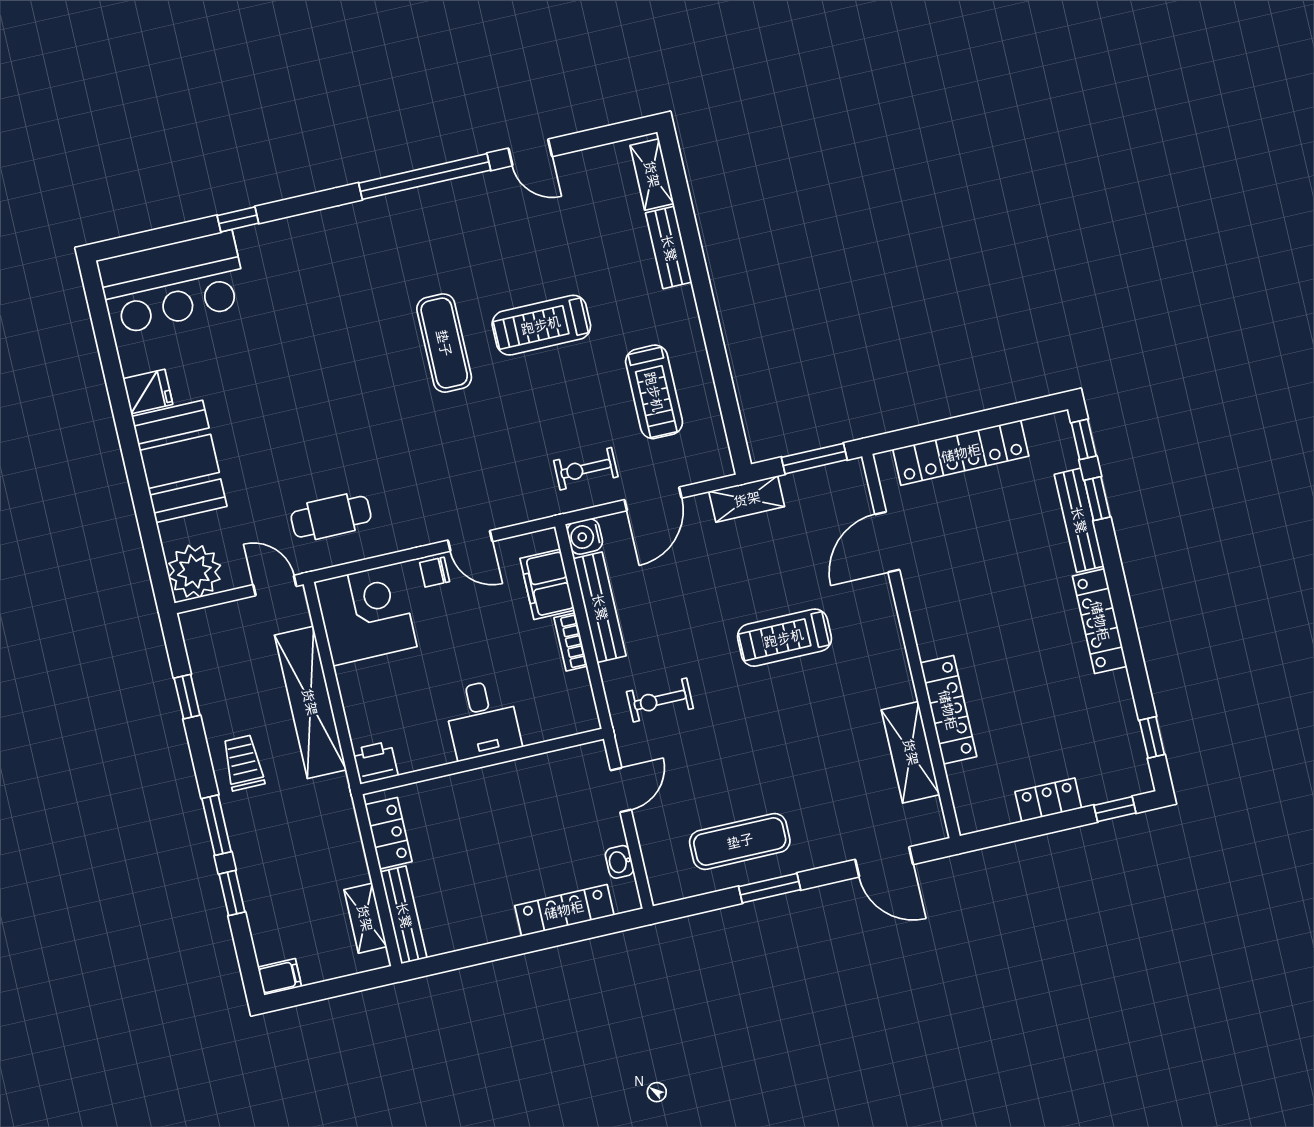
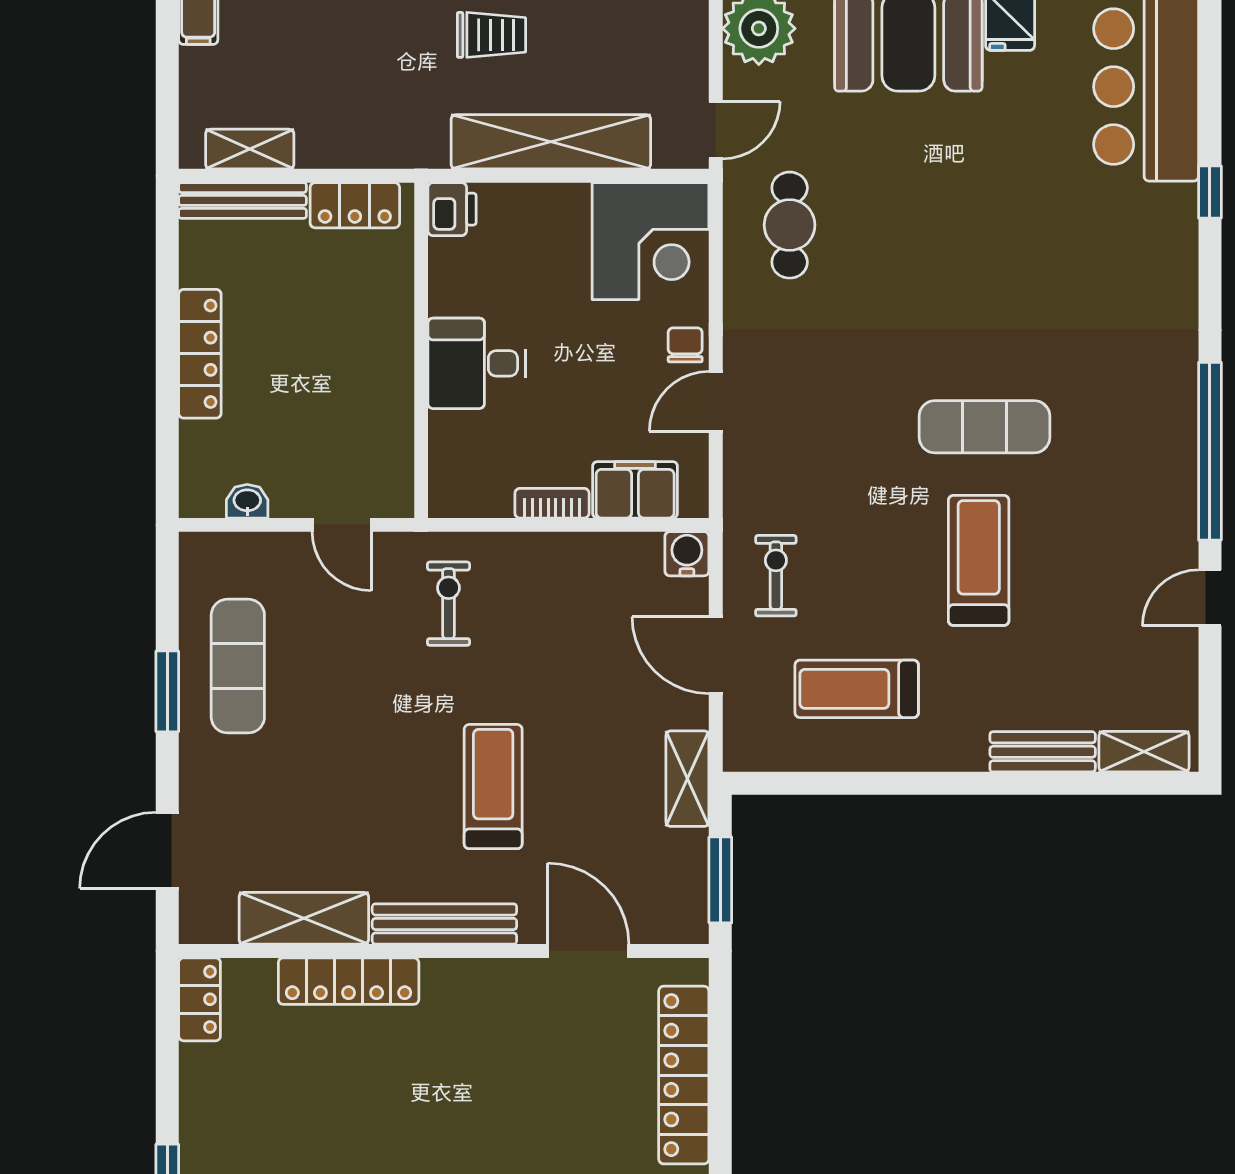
bench: (600, 607) -> (444, 924), moved
locker: (1048, 800) -> (200, 999), moved
locker: (564, 910) -> (200, 354), moved

